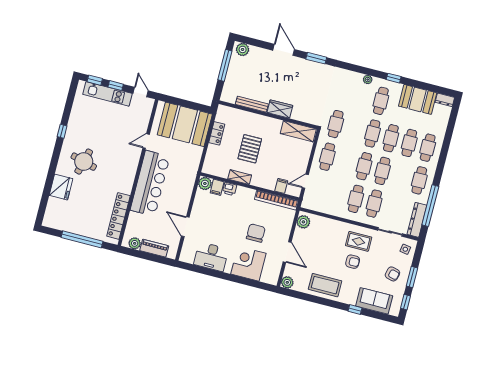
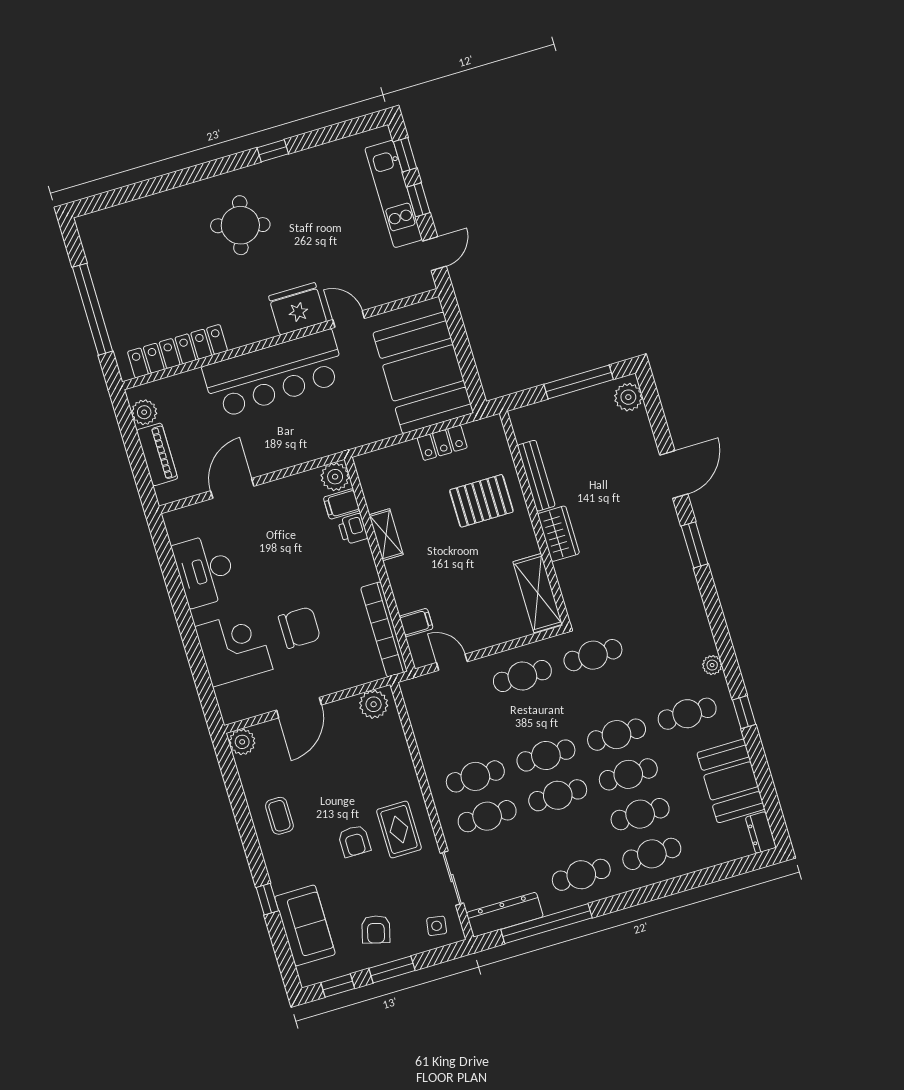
pallet: (250, 149) -> (481, 501), moved
fridge: (61, 187) -> (298, 309), moved, turned 180
coffee table: (325, 285) -> (279, 816), width x0.54, depth x0.58

